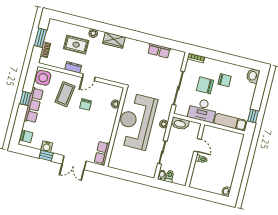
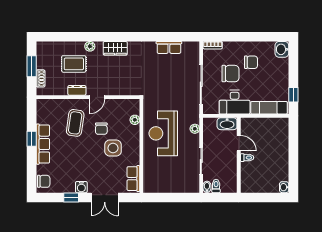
side table: (43, 78) -> (113, 148), moved
chair: (205, 85) -> (230, 74), turned 180
reception desk: (136, 121) -> (163, 133), width x0.74, depth x0.77
washbasin: (180, 124) -> (227, 124), moved
water cooler: (47, 147) -> (81, 187), moved

